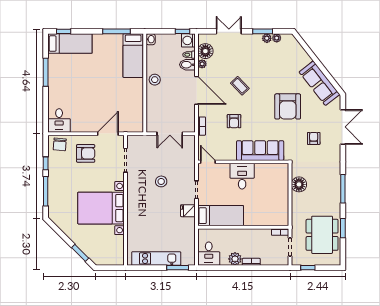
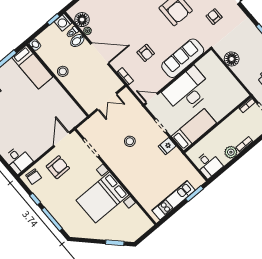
coffee table: (240, 86) -> (128, 24), removed
desk: (242, 176) -> (188, 91), width x1.87, depth x1.30

